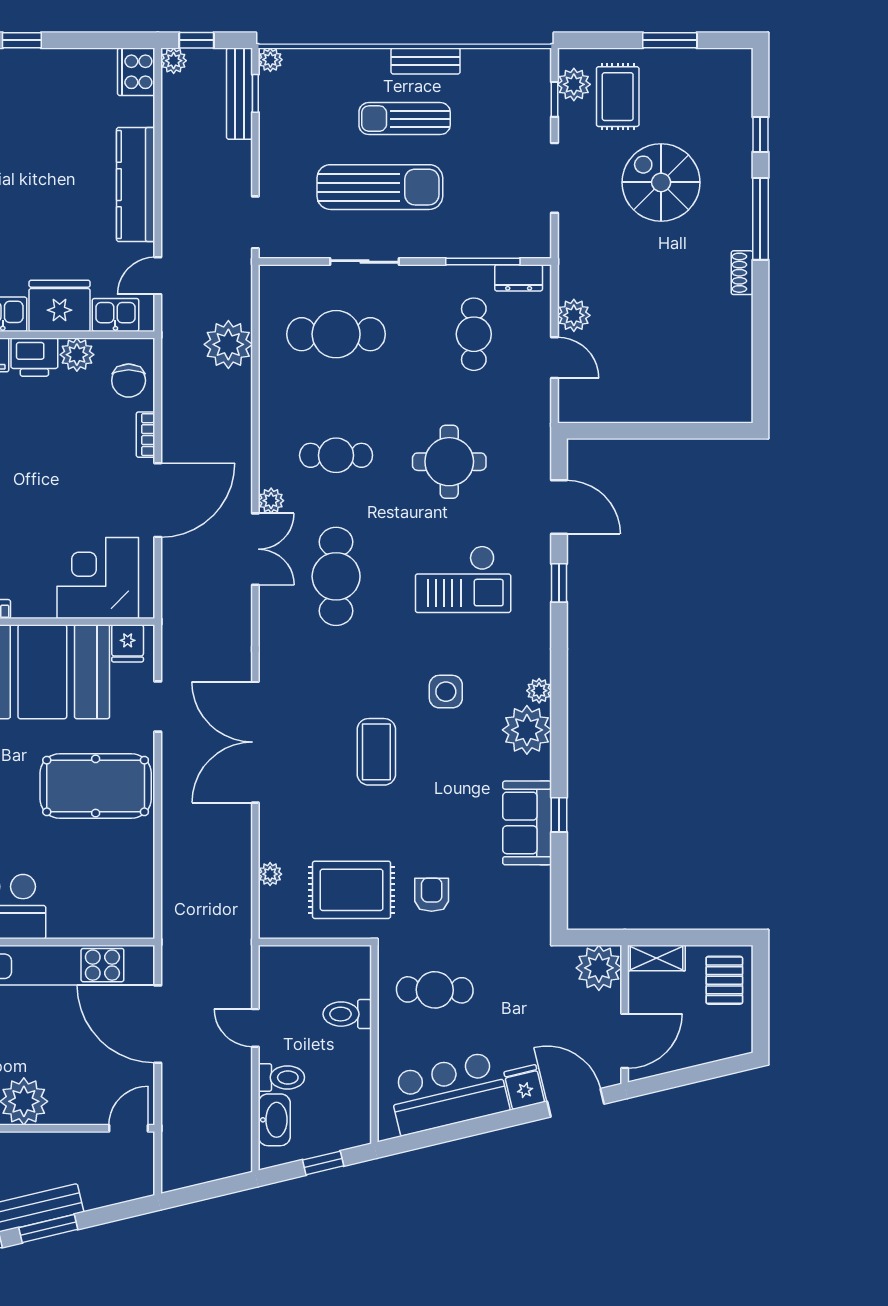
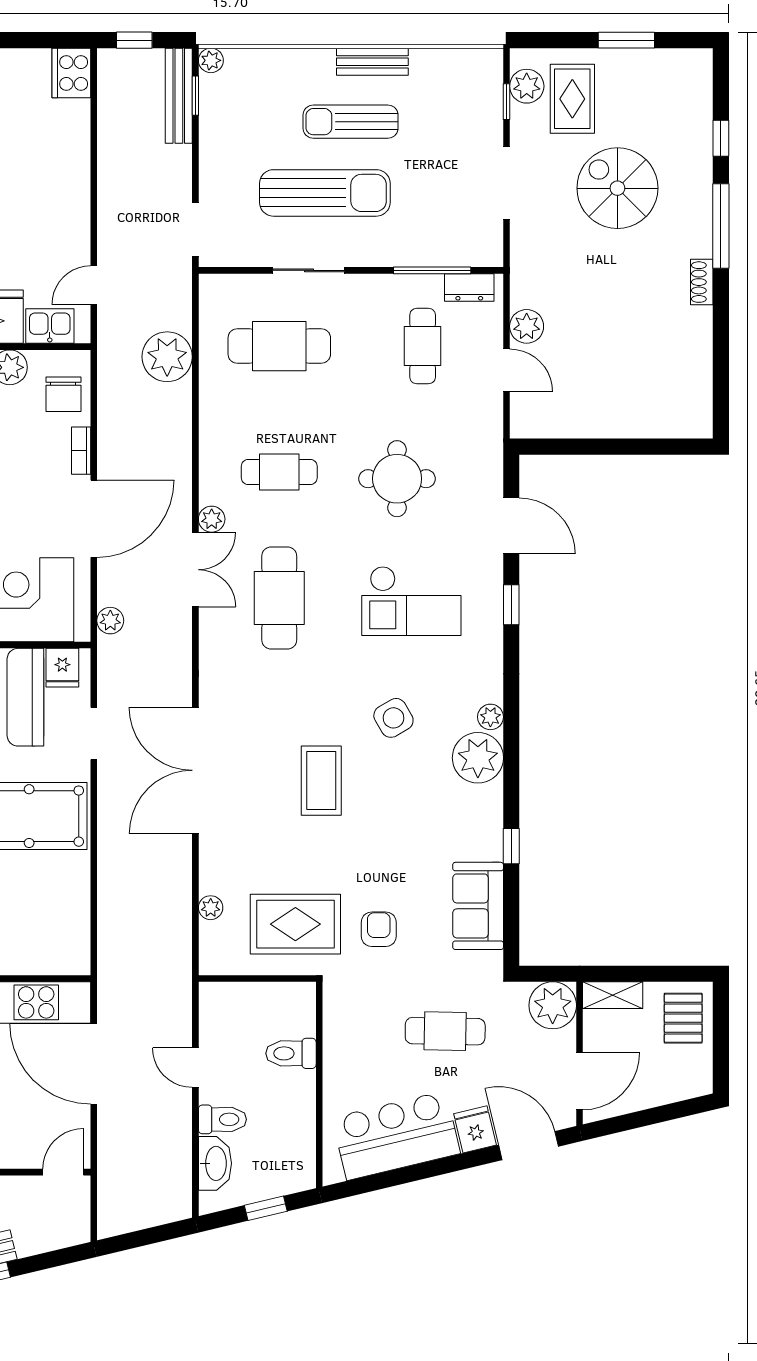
plant: (174, 61) -> (110, 621), moved
kitchen counter: (136, 185) -> (71, 190), removed
side table: (446, 692) -> (393, 718), turned -30
sofa: (527, 823) -> (478, 906), moved
cafe table: (435, 990) -> (445, 1031), moved

